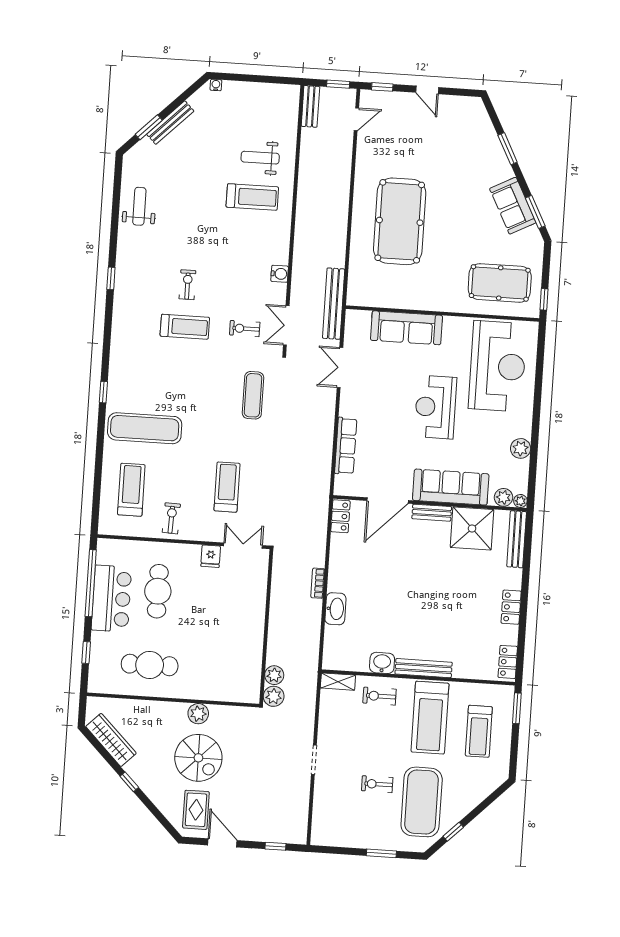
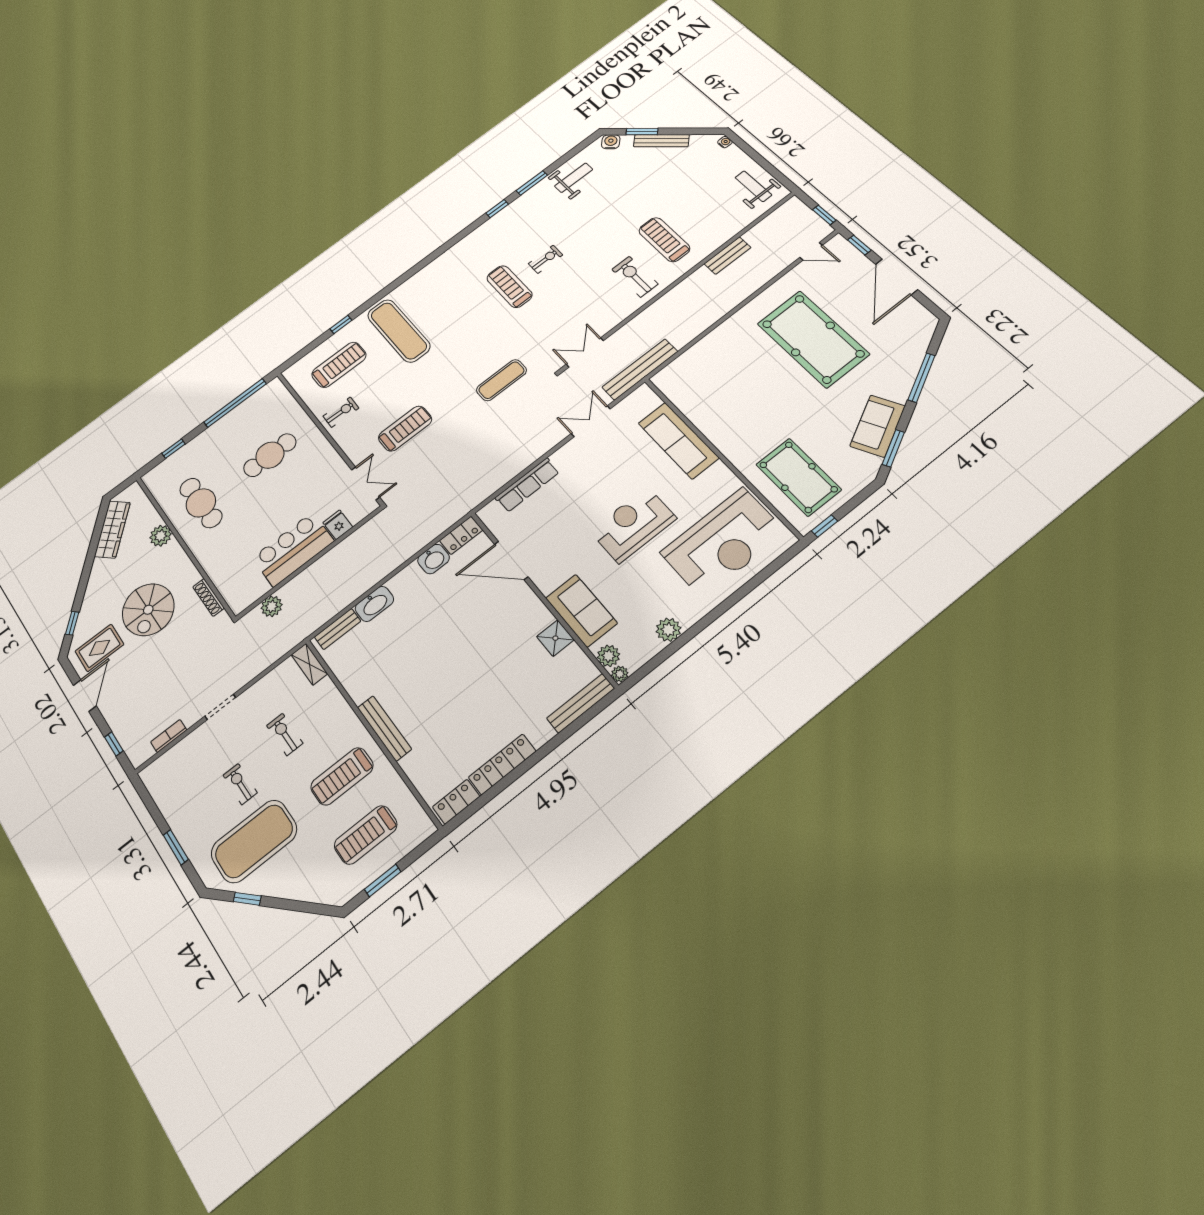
door: (427, 90) -> (897, 277), width x1.87
bench: (310, 106) -> (728, 256), moved
window: (508, 149) -> (921, 378), width x1.44
weight bench: (260, 158) -> (753, 186), moved
treadmill: (252, 197) -> (664, 240), turned 180
pool table: (400, 221) -> (813, 339), moved, turned 90
window: (114, 237) -> (532, 183), added
water cooler: (280, 274) -> (611, 142), moved, turned -135
treadmill: (185, 327) -> (509, 287), turned 180
exercise bike: (245, 329) -> (635, 277), moved, width x1.38, depth x1.39
window: (103, 392) -> (341, 324), moved
sofa: (451, 487) -> (581, 611), width x0.73
bench: (432, 513) -> (338, 629), moved, turned 90
shower: (472, 528) -> (555, 638), width x0.54, depth x0.54
fridge: (211, 556) -> (338, 525), moved, turned 90
bookcase: (318, 583) -> (169, 736), moved
bar counter: (111, 599) -> (293, 549), moved, turned 180
locker: (511, 607) -> (502, 764), width x1.53
washbasin: (382, 663) -> (434, 559), moved, turned 90
plant: (274, 696) -> (252, 622), removed
exercise bike: (379, 696) -> (285, 734), moved
window: (517, 708) -> (383, 880), moved
shoe rack: (228, 711) -> (208, 597), added
plant: (198, 714) -> (161, 536), moved
treadmill: (430, 718) -> (342, 776), width x0.73, depth x0.73
window: (129, 782) -> (72, 623), moved

